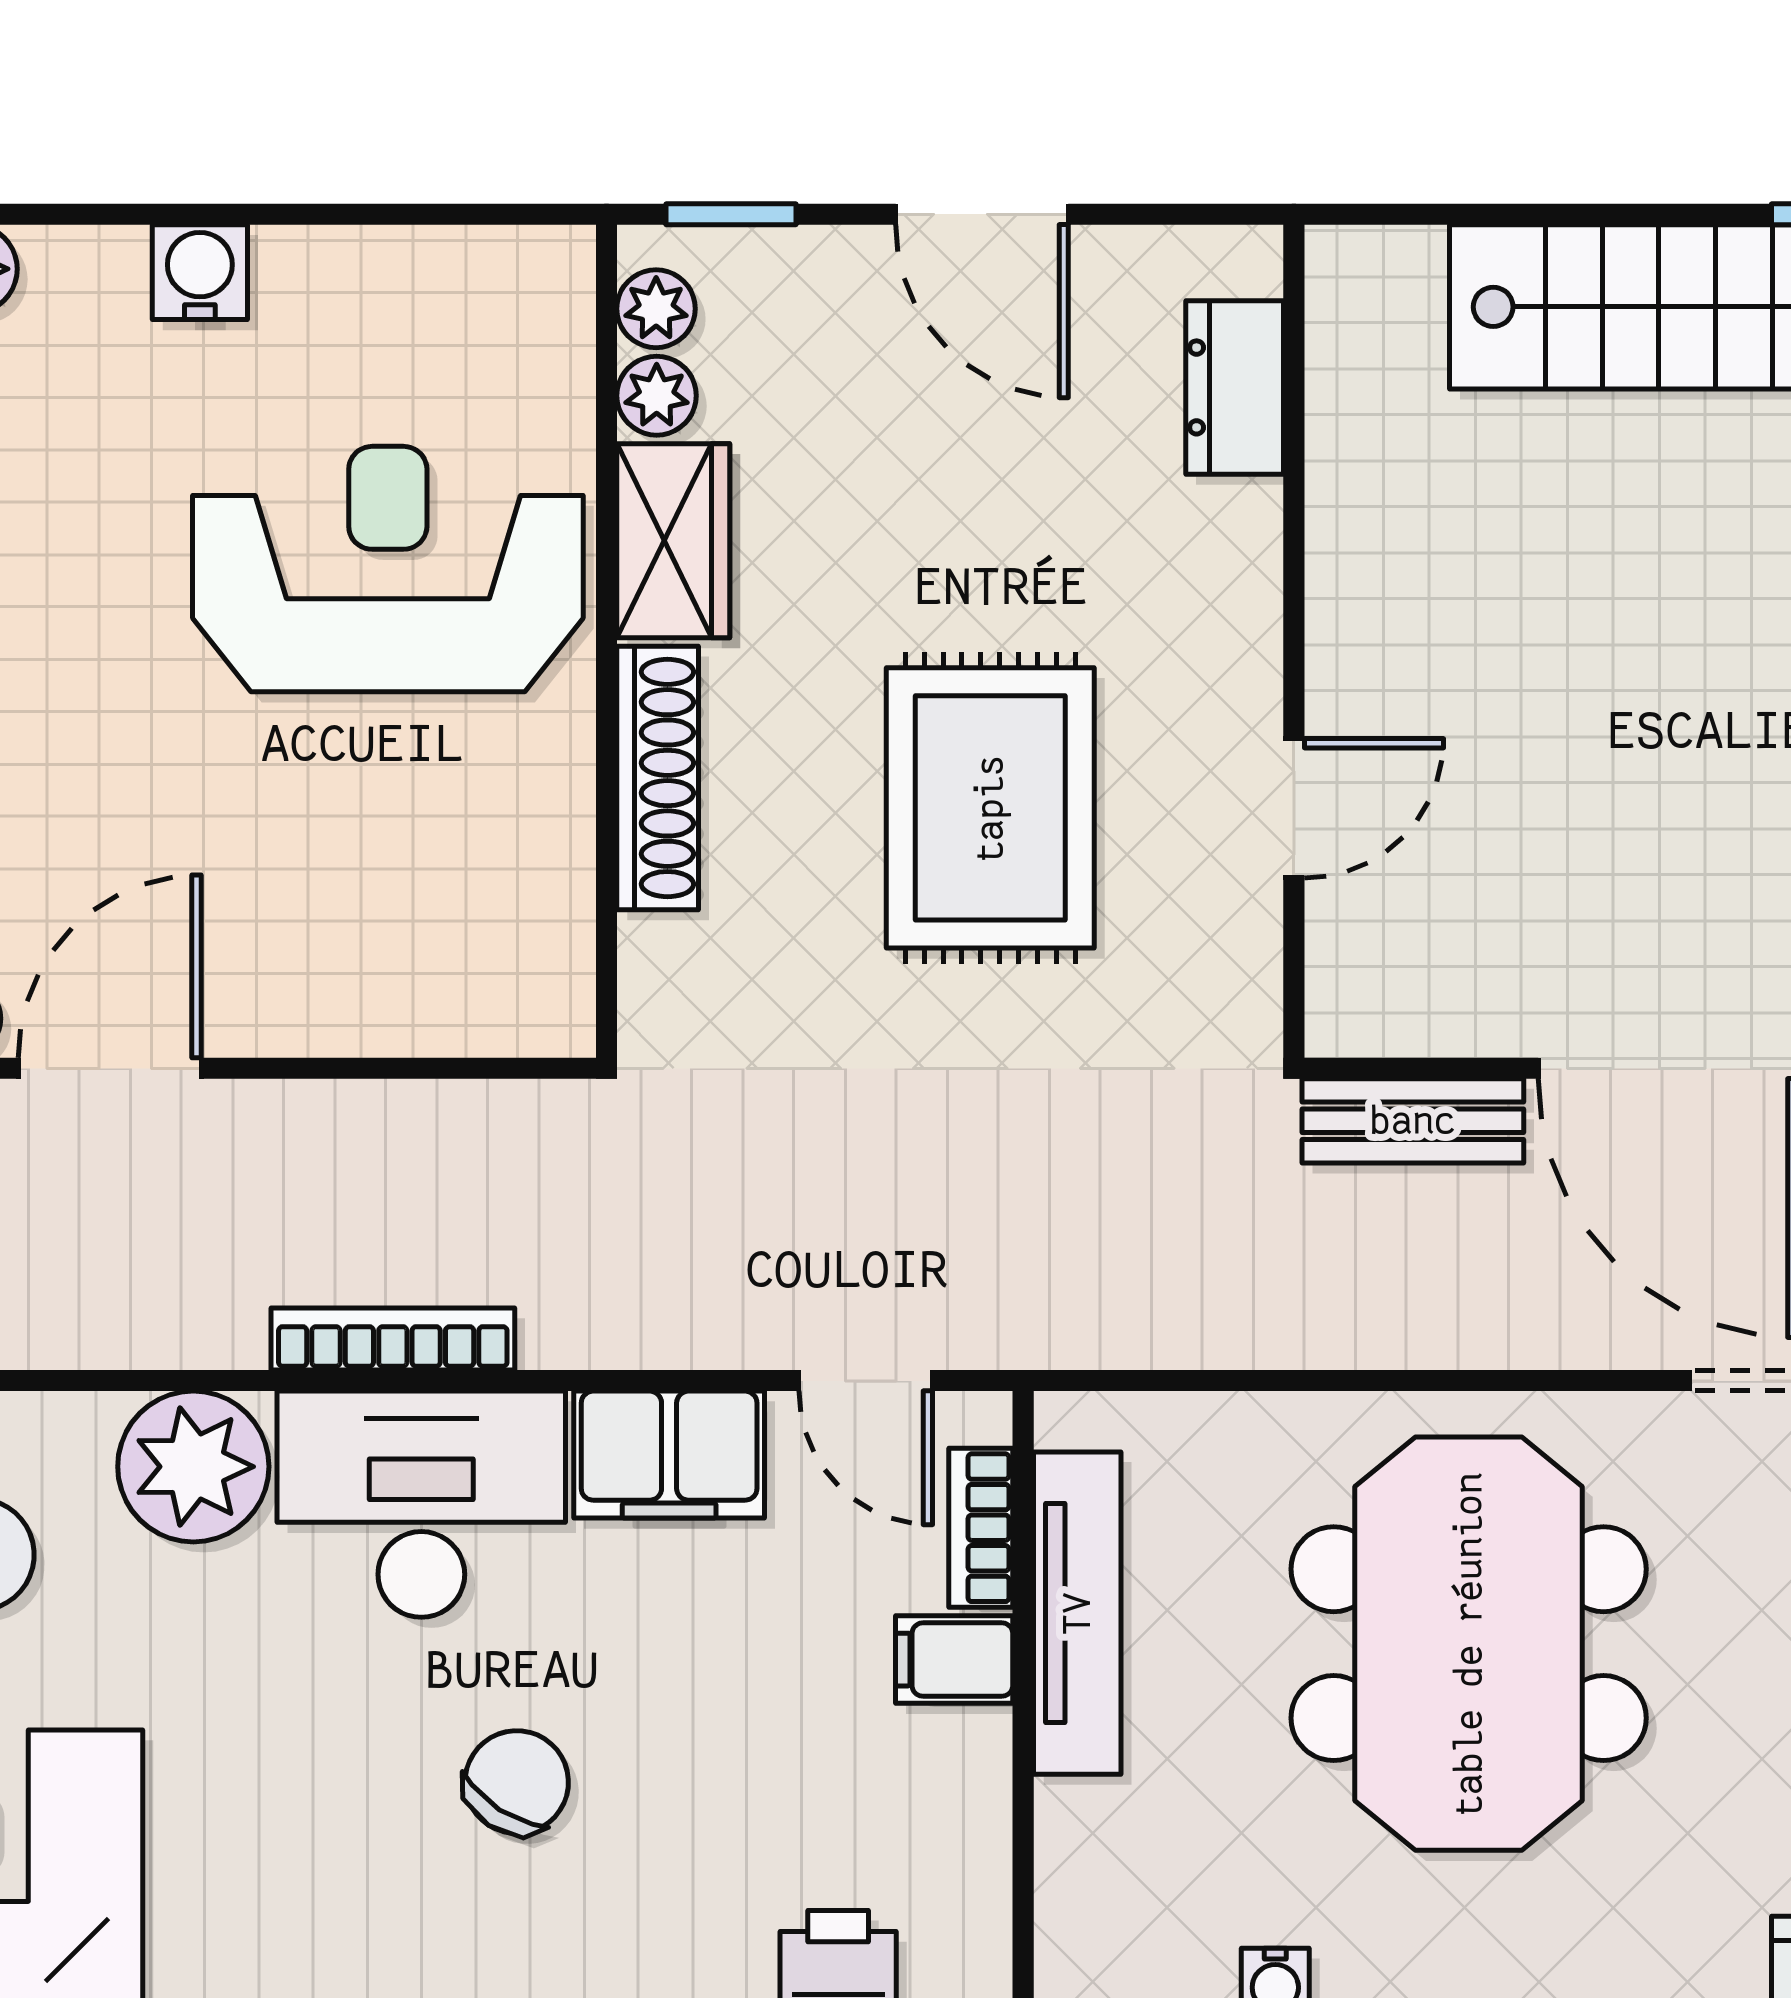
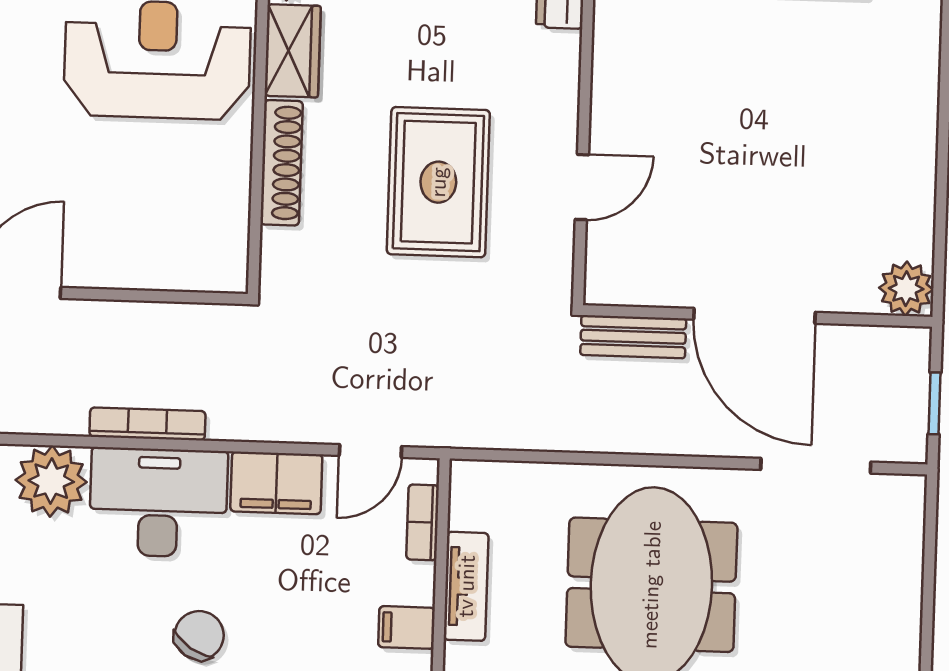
door: (866, 1381) -> (370, 451), hinge flipped
tv unit: (1077, 1613) -> (466, 586), width x0.71
filing cabinet: (954, 1660) -> (406, 627), moved

